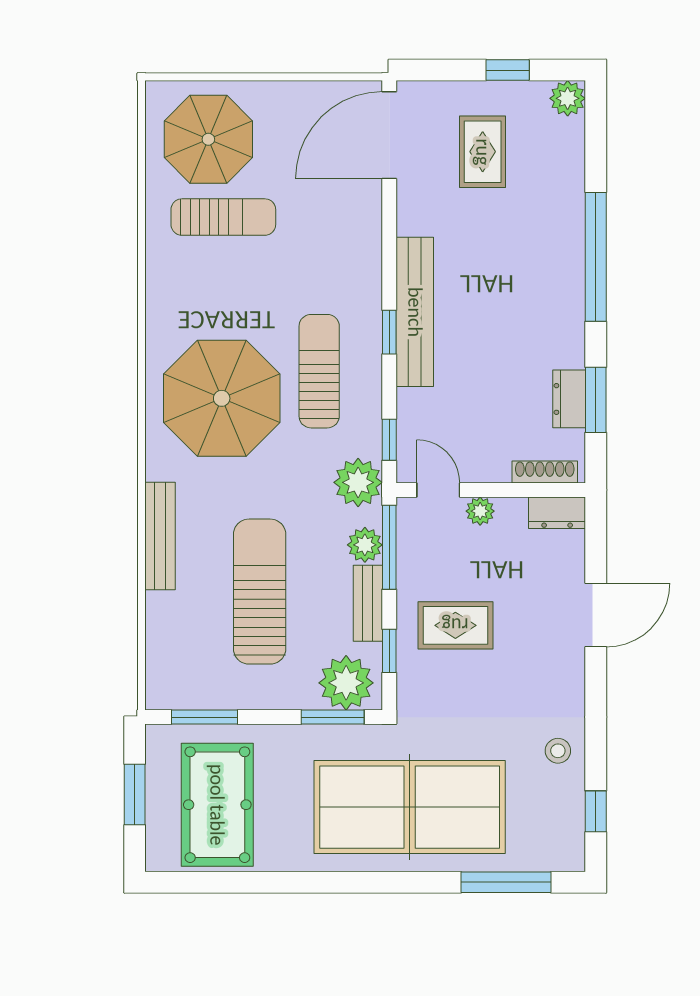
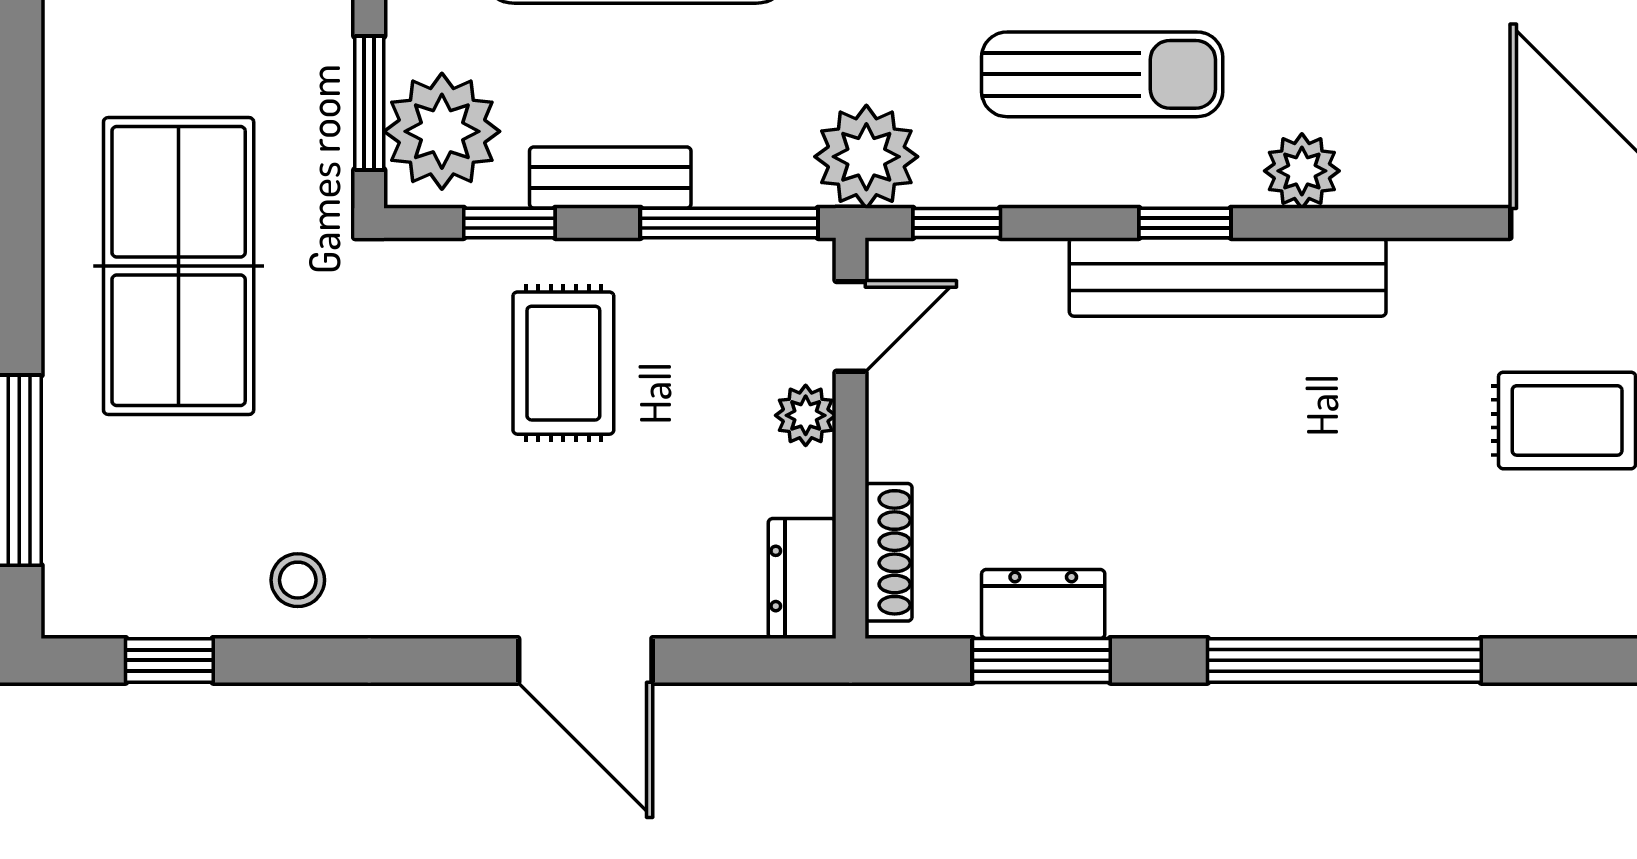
plant: (365, 545) -> (1302, 171), moved
table tennis table: (410, 807) -> (179, 266), width x0.73, depth x0.76

